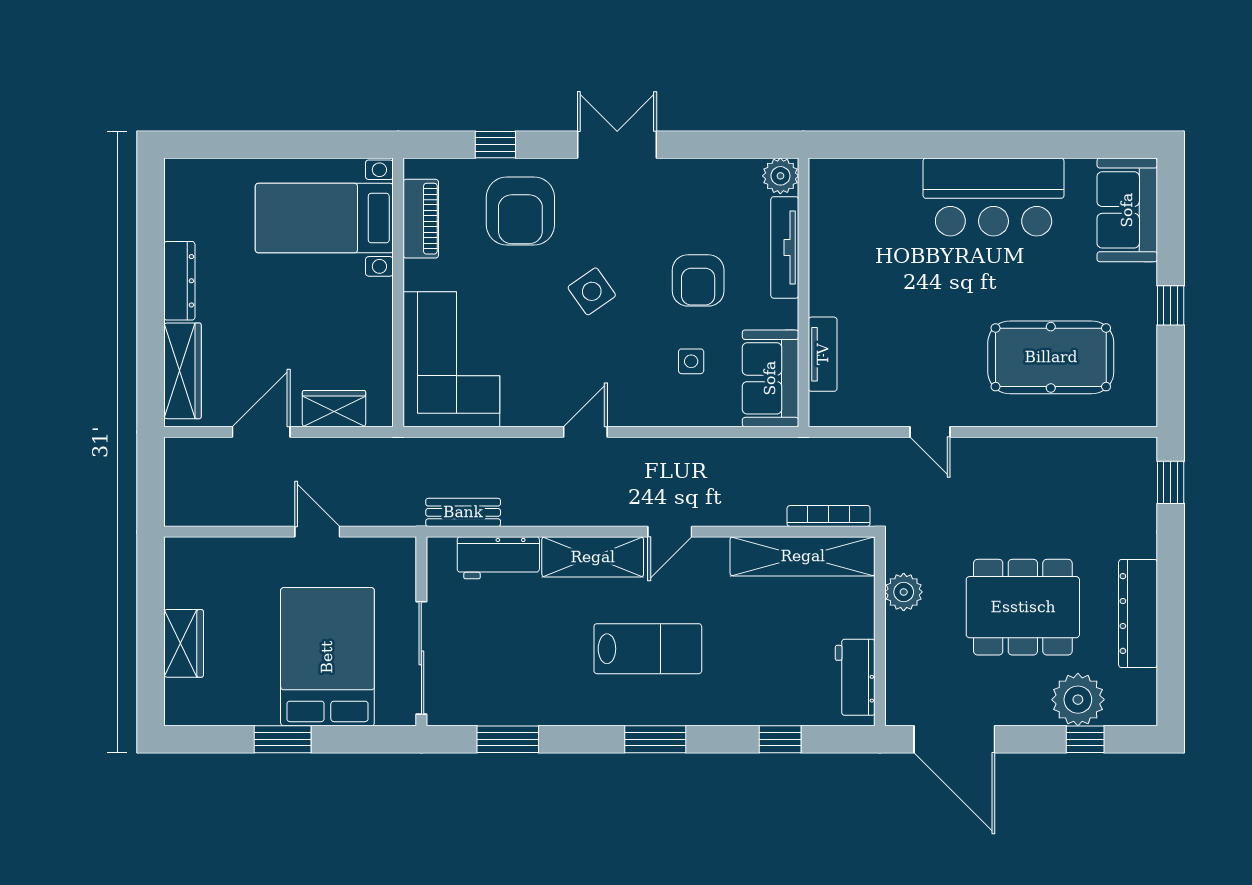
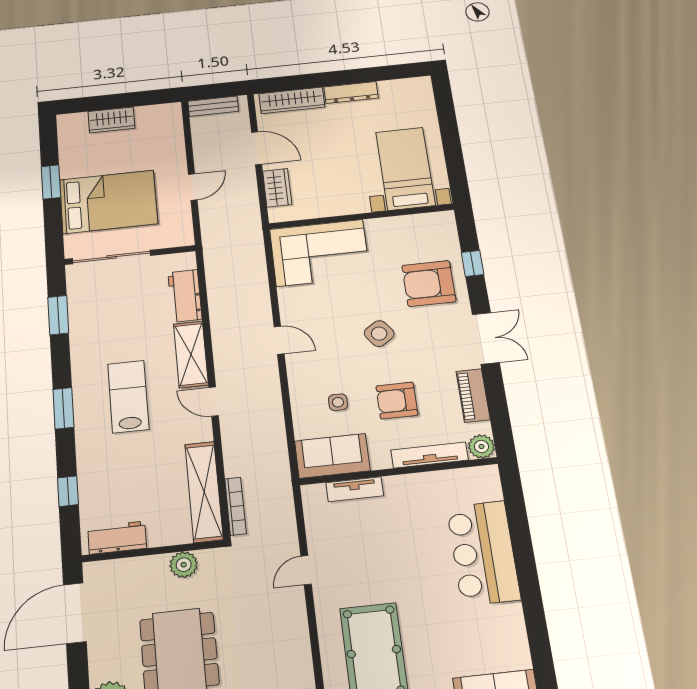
bar counter: (994, 197) -> (483, 553), moved
piano: (421, 219) -> (473, 395), moved, turned 90
bench: (463, 512) -> (213, 106), moved, turned 90
lab bench: (648, 649) -> (128, 397), turned 180

